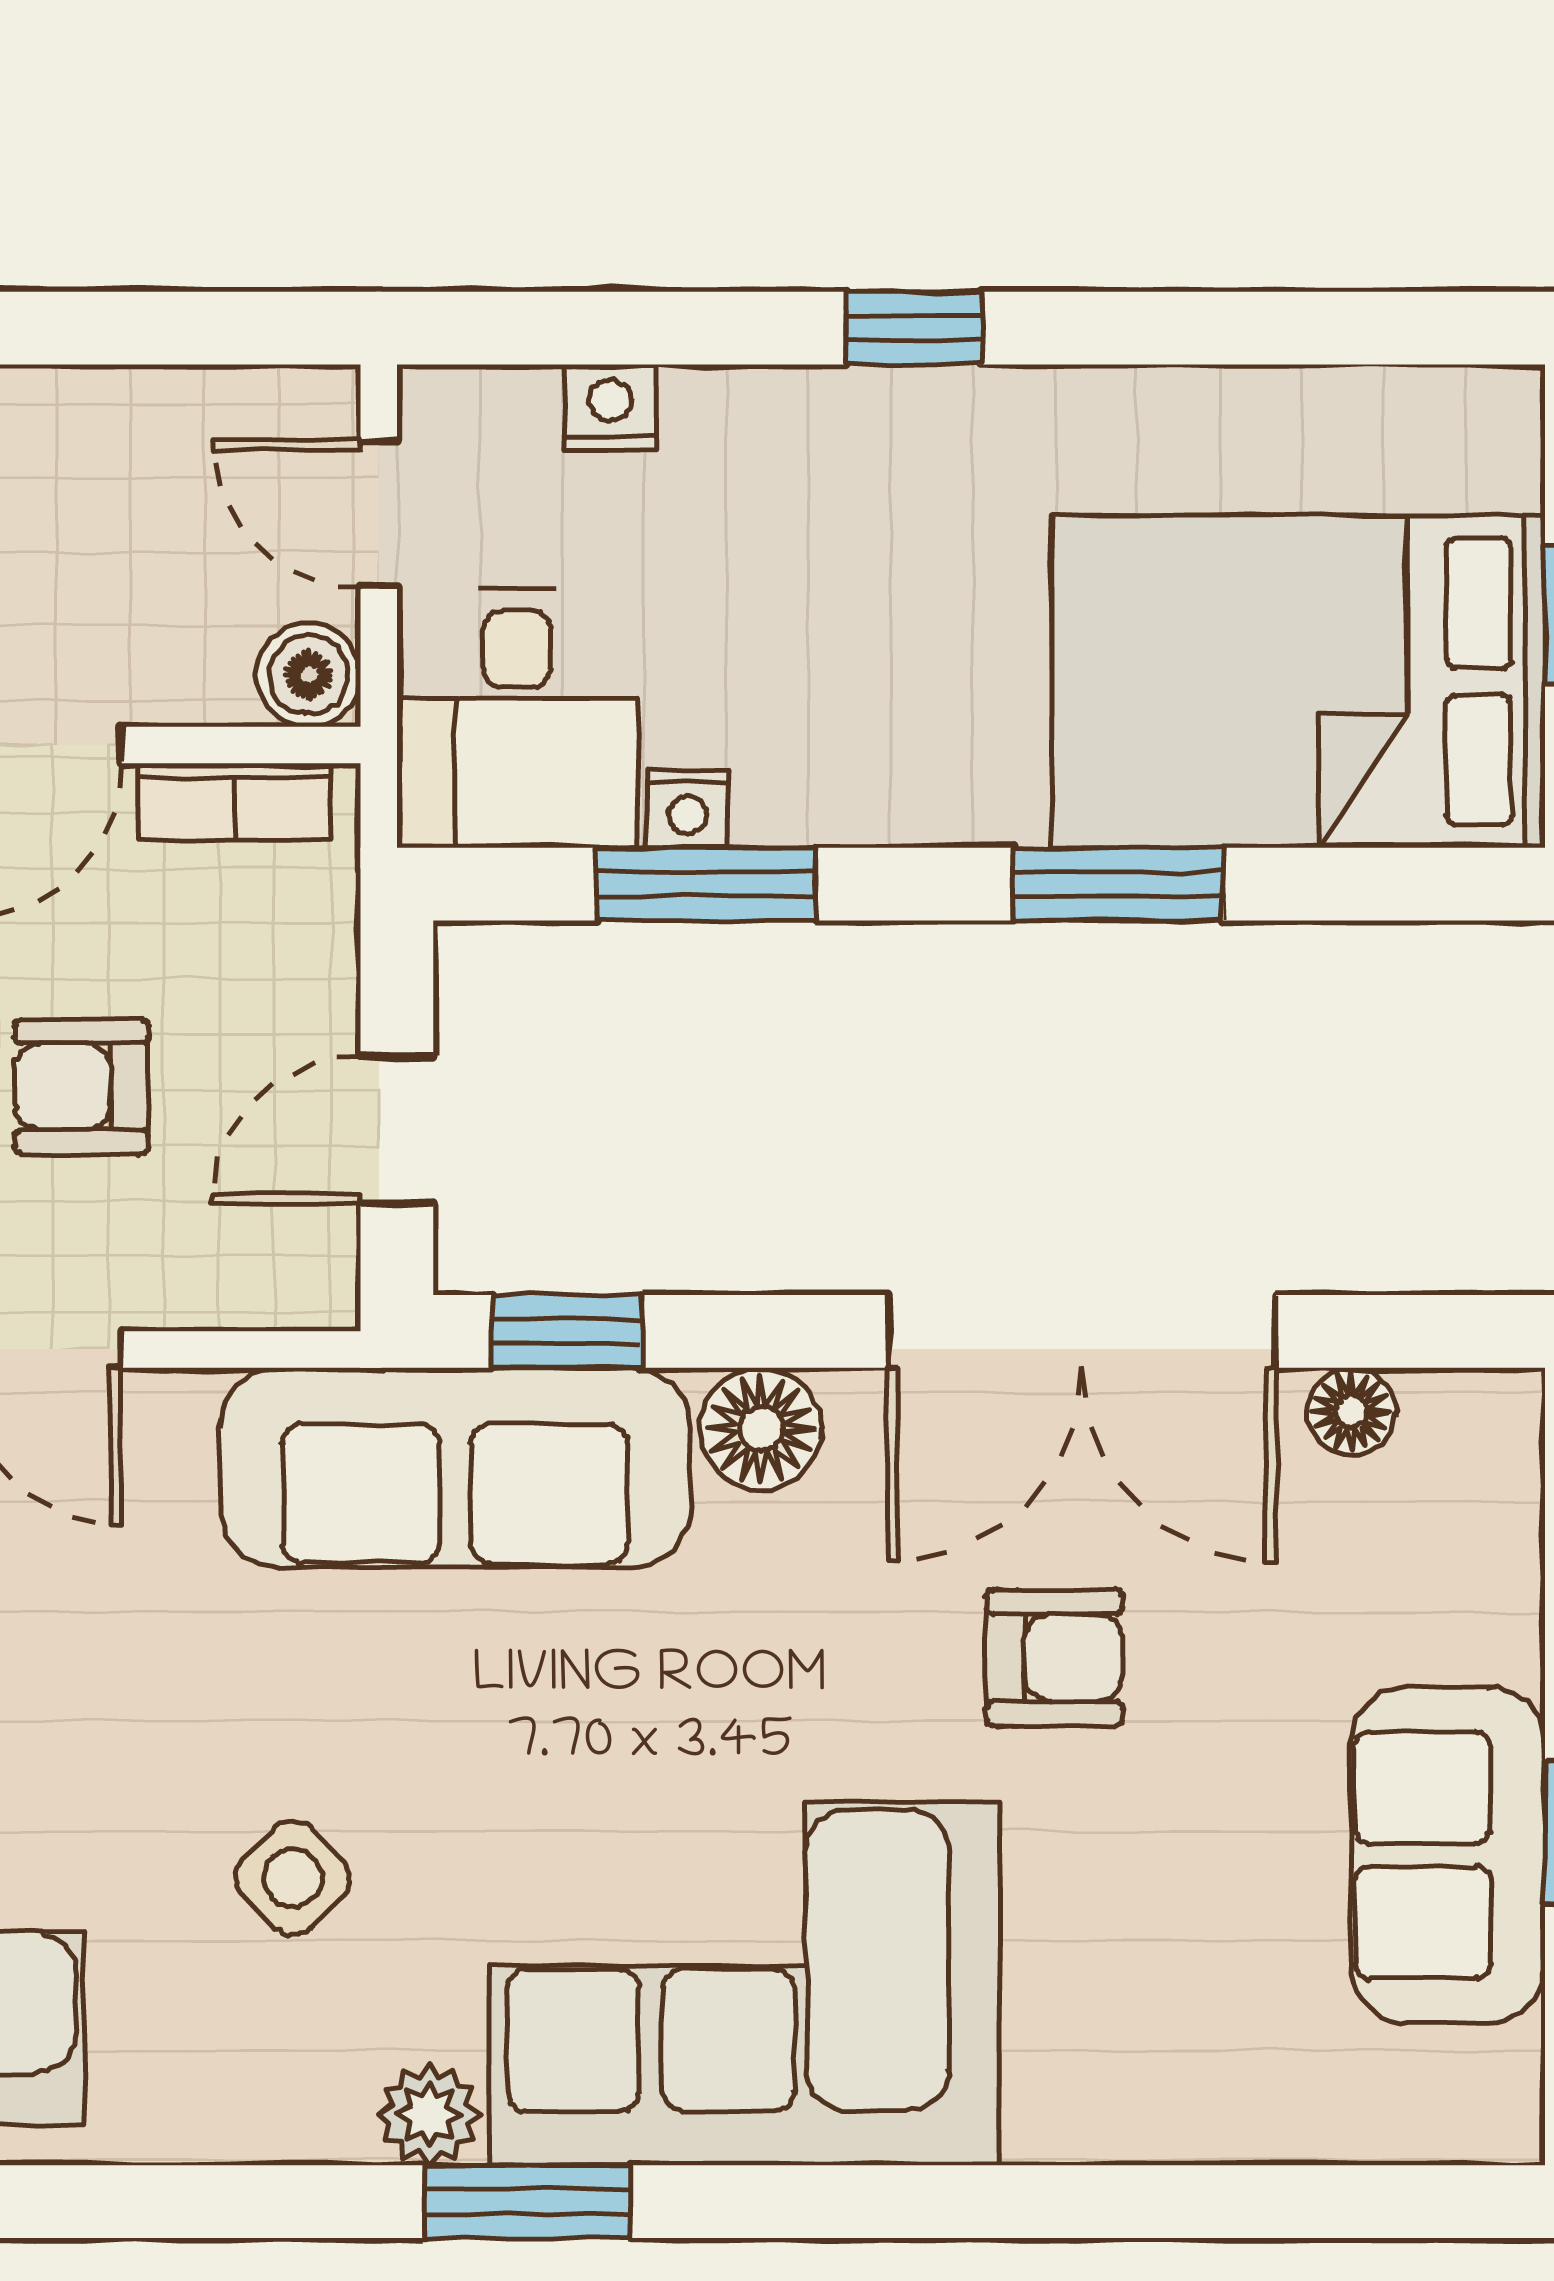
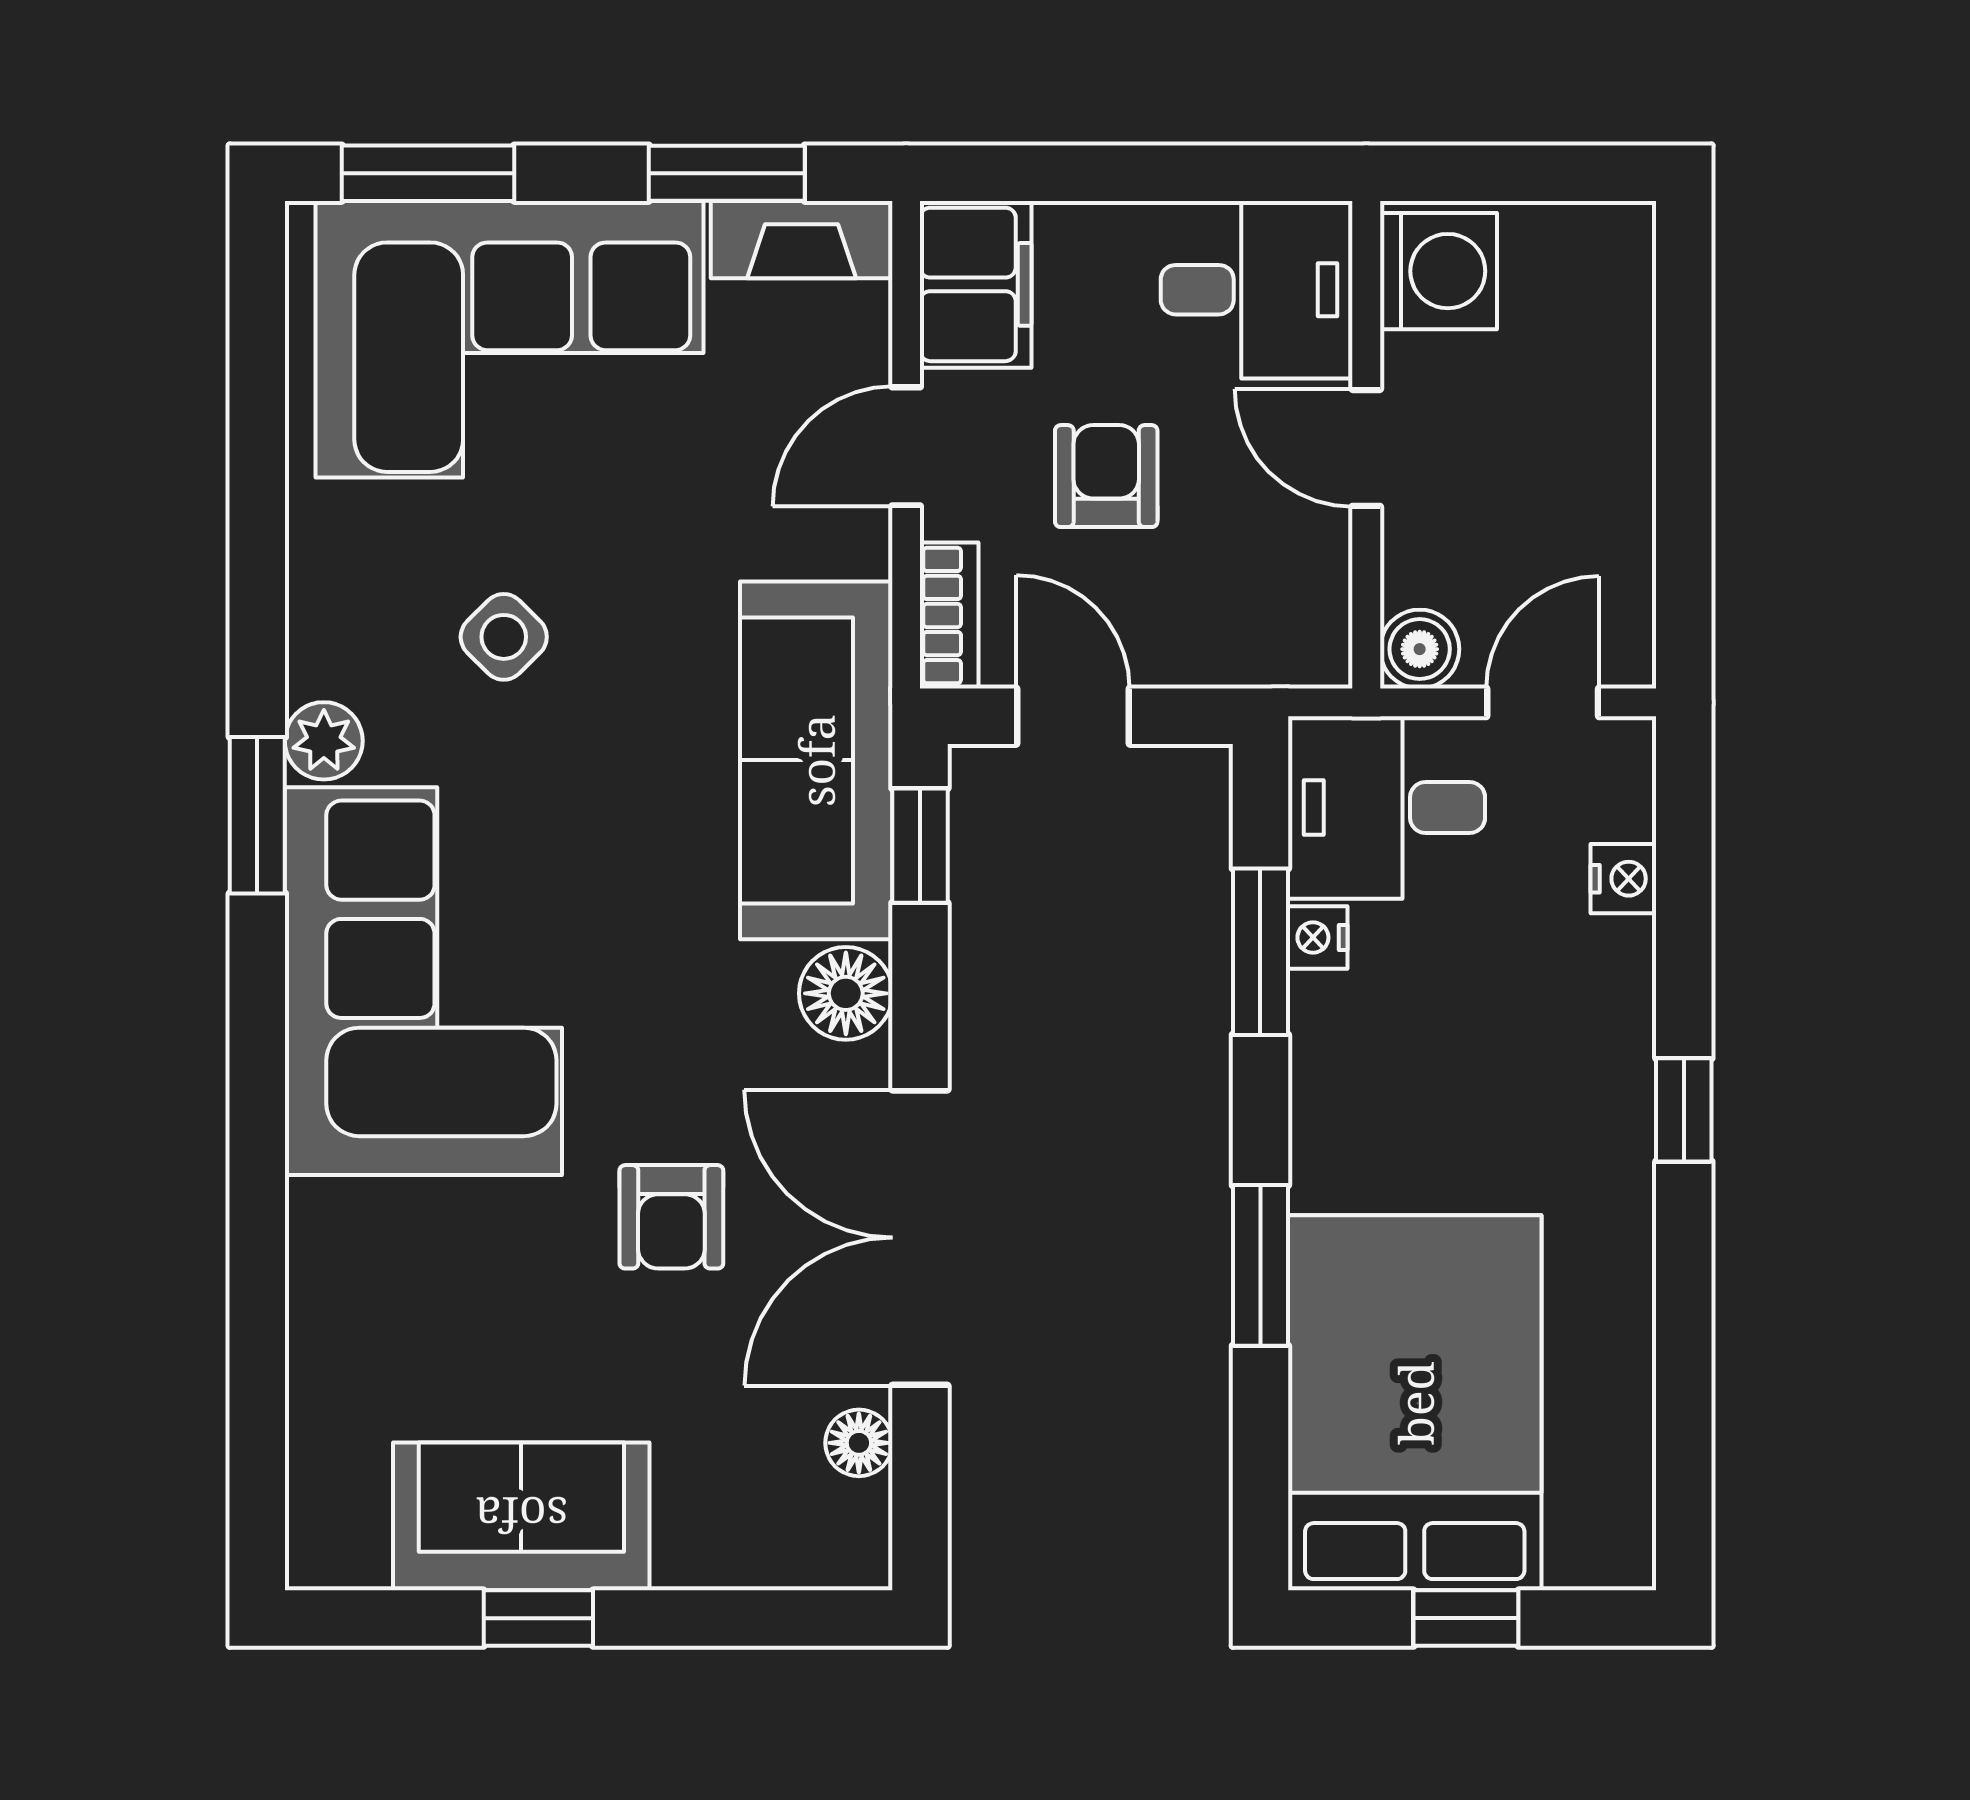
bookcase: (235, 802) -> (949, 616), moved, turned 180

